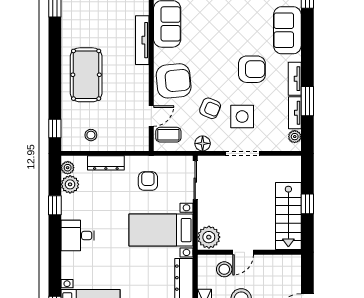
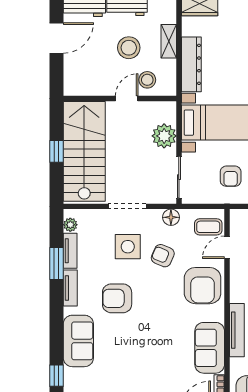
armchair: (174, 81) -> (203, 286), turned -85
stairs: (288, 216) -> (84, 151), width x1.36, depth x1.51
plant: (209, 237) -> (164, 136), moved

